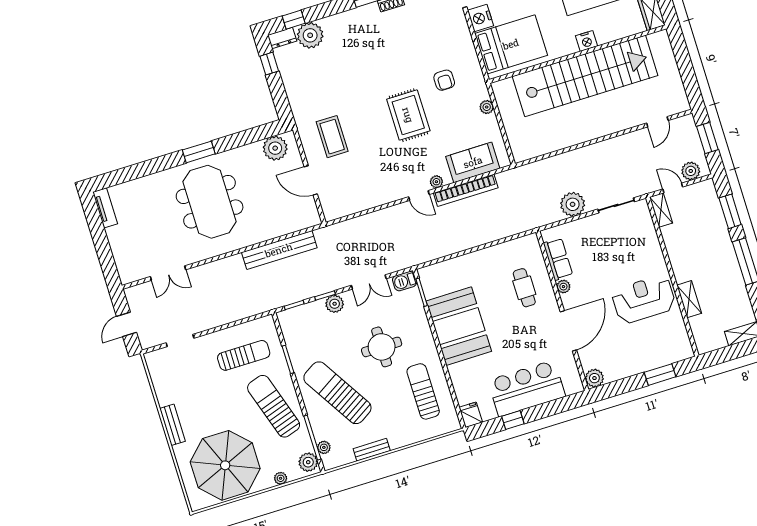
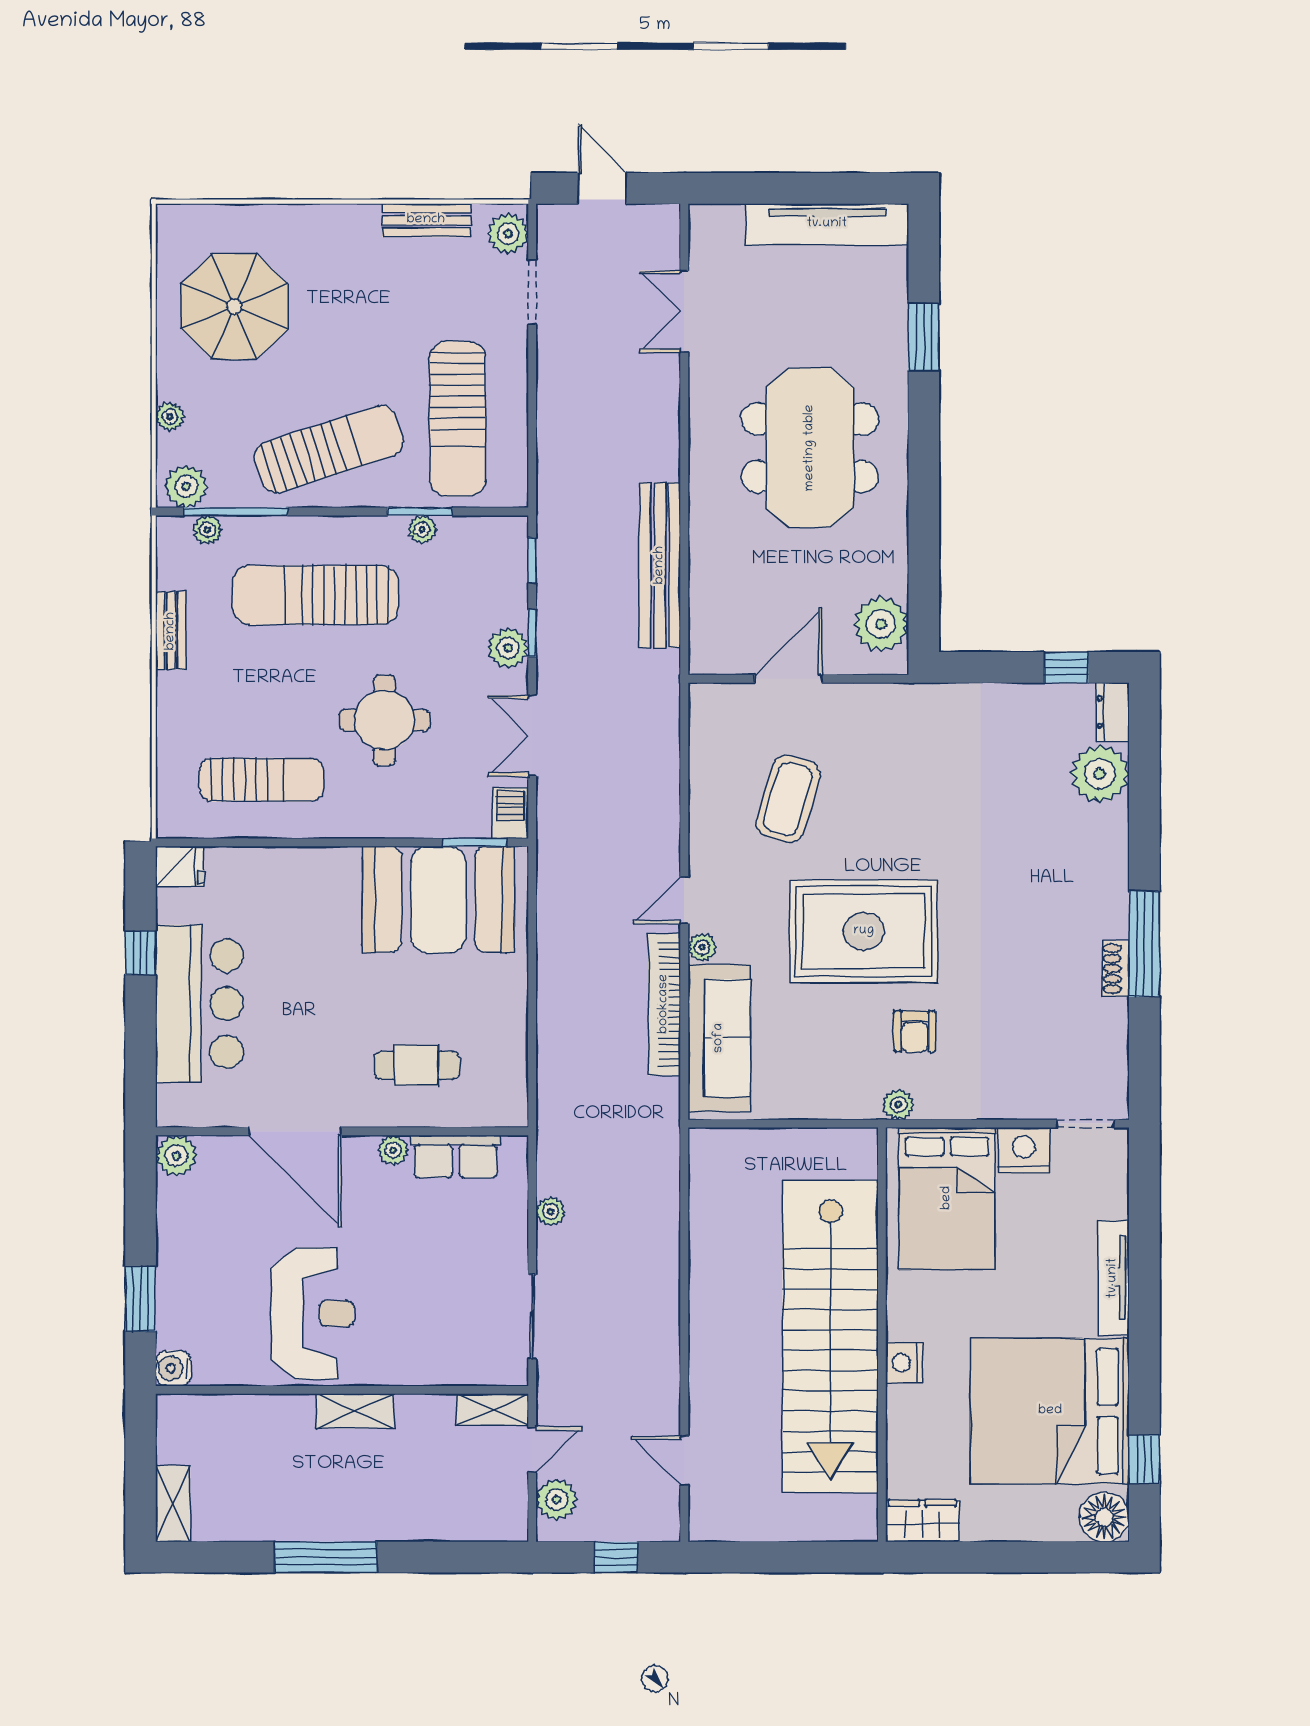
window: (294, 20) -> (1144, 749), removed
armchair: (444, 80) -> (915, 1031), turned -90
plant: (487, 107) -> (899, 1105), moved
rug: (408, 115) -> (864, 931), width x1.37, depth x1.44
coffee table: (332, 137) -> (788, 799), moved, turned -73
window: (707, 138) -> (616, 1557), width x0.67
window: (199, 152) -> (924, 337), moved
sofa: (473, 162) -> (719, 1038), width x1.36
meeting table: (210, 202) -> (810, 448), turned 90
plant: (573, 204) -> (551, 1211), width x0.53, depth x0.53
tv unit: (105, 208) -> (827, 224), width x1.92, depth x1.29
window: (730, 211) -> (444, 1557), removed
shelving: (689, 299) -> (355, 1411), moved
booth: (459, 326) -> (438, 899), moved
water cooler: (685, 351) -> (173, 1368), added
sun lounger: (244, 355) -> (458, 419), width x1.36, depth x1.34
plant: (295, 356) -> (422, 530), added
plant: (158, 358) -> (508, 234), added
sun lounger: (337, 393) -> (315, 595), turned -148
bench: (172, 425) -> (426, 220), moved
parasol: (225, 465) -> (234, 306), width x0.73, depth x0.73

